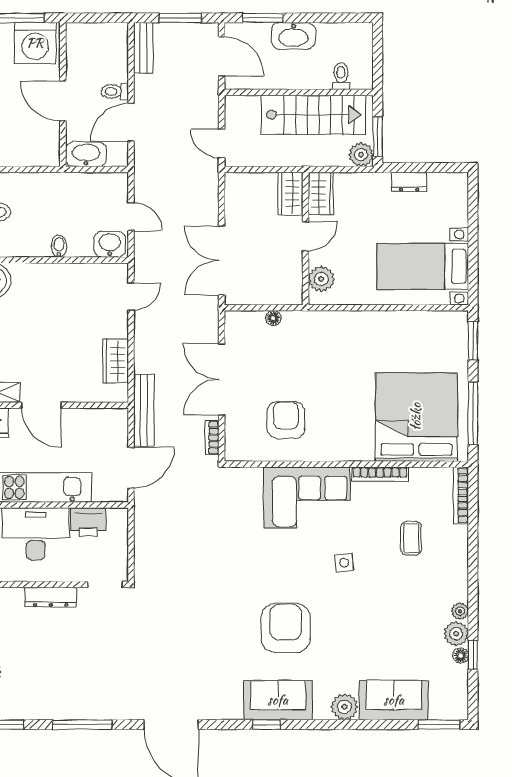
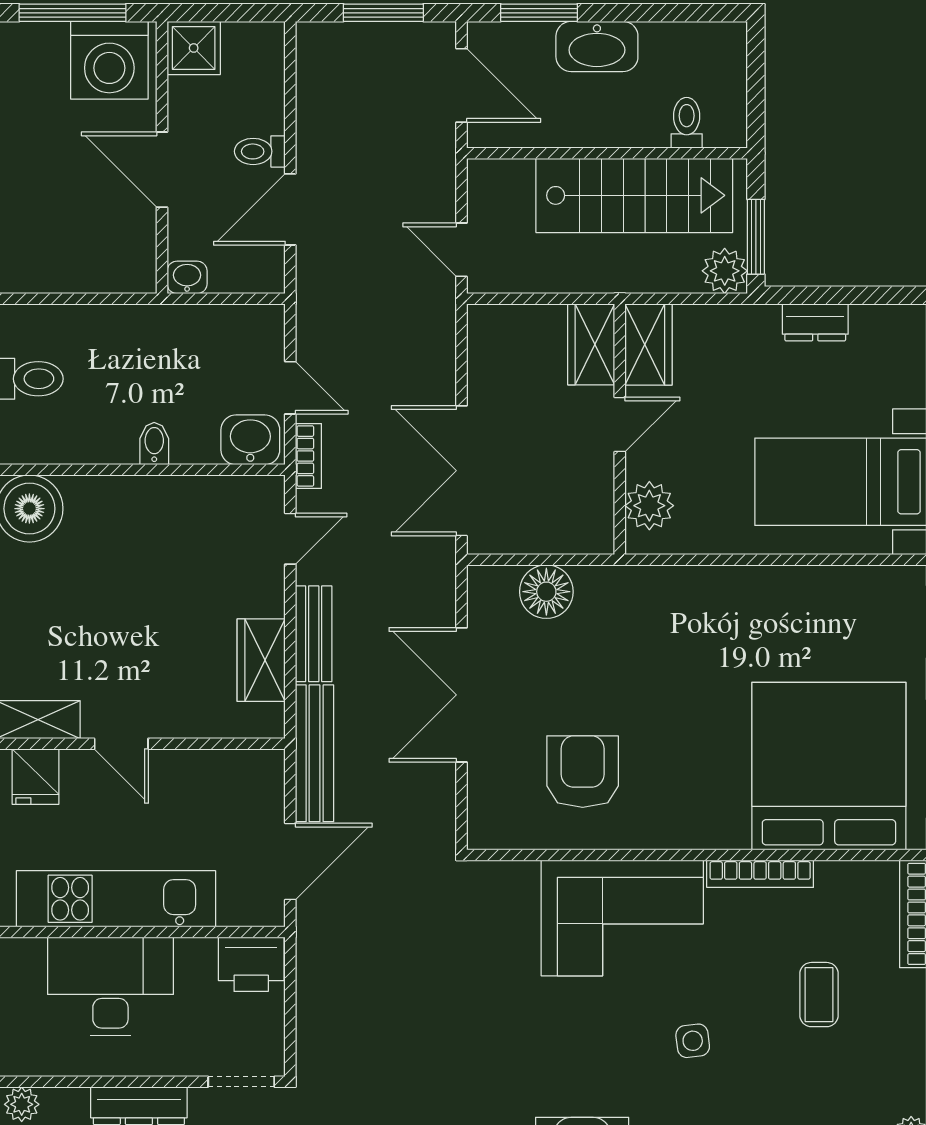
shower: (80, 37) -> (194, 48), added
bench: (143, 48) -> (314, 634), moved
washbasin: (86, 154) -> (187, 277), width x0.52, depth x0.69
floor lamp: (273, 318) -> (546, 592), width x1.89, depth x1.89
door: (41, 405) -> (121, 744), width x0.73
bookcase: (212, 438) -> (308, 456), moved, turned 180
printer: (88, 522) -> (251, 964), moved

